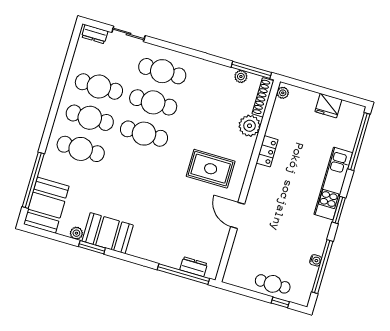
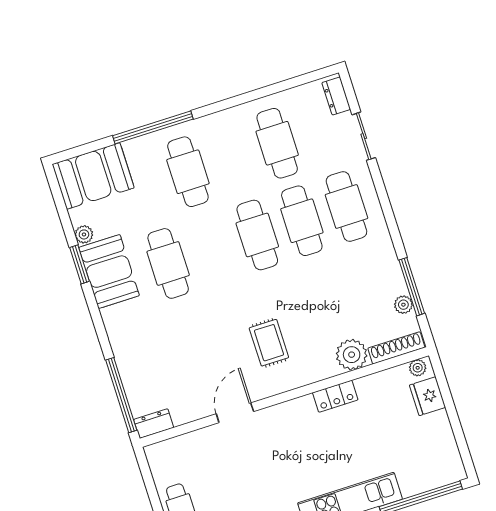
window: (251, 70) -> (412, 287), moved
fridge: (328, 106) -> (428, 396), moved
cafe table: (90, 118) -> (168, 263), moved
rug: (211, 169) -> (269, 343), width x0.73, depth x0.70
window: (33, 180) -> (153, 127), moved
dresser: (194, 267) -> (154, 424), moved, turned -90

